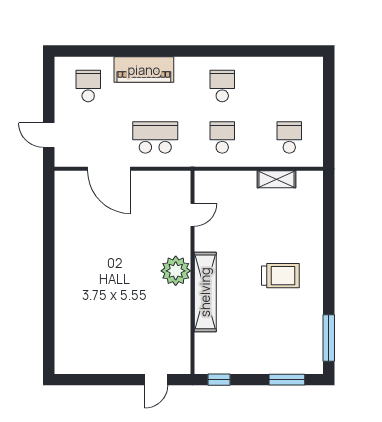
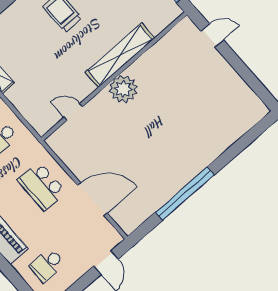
door: (109, 169) -> (92, 199), hinge flipped
window: (49, 247) -> (185, 194), added

